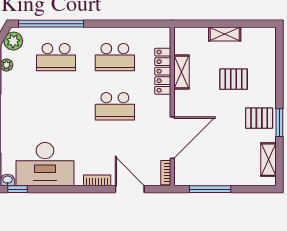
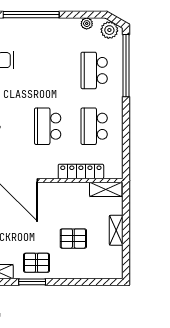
shelving: (182, 72) -> (106, 189), moved
pallet: (234, 79) -> (73, 239), turned 90
pallet: (259, 118) -> (36, 263), turned 90

